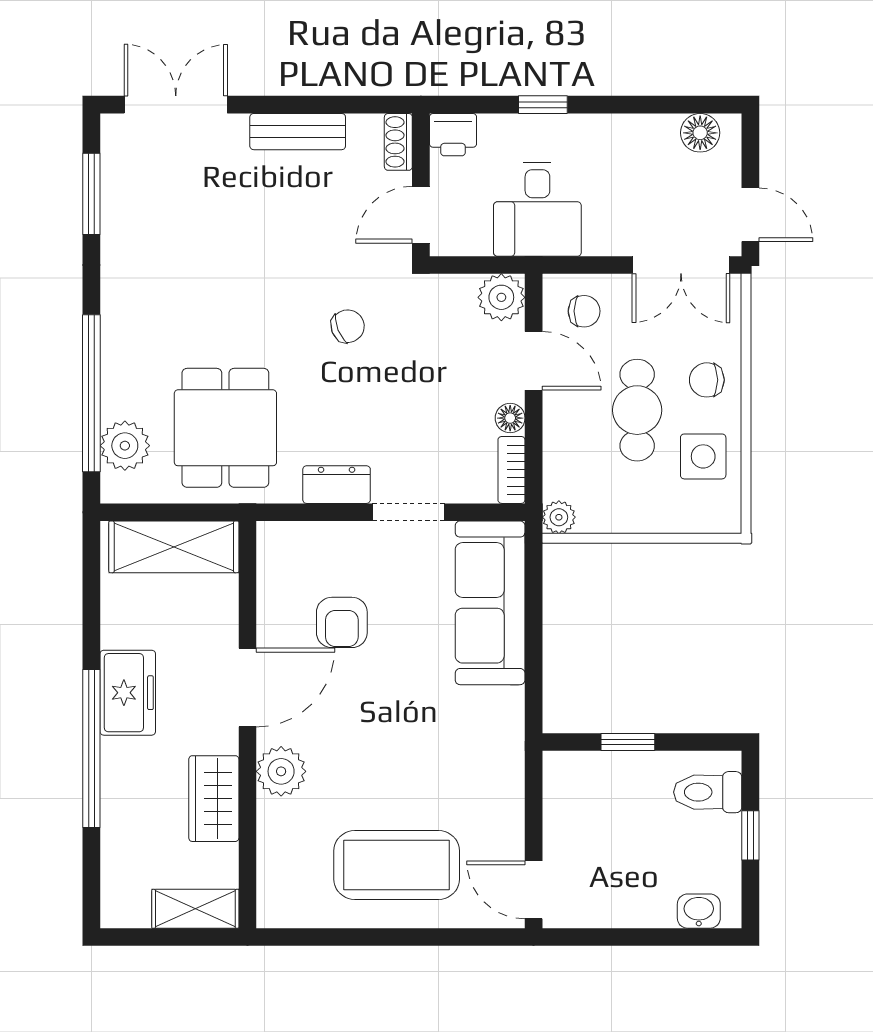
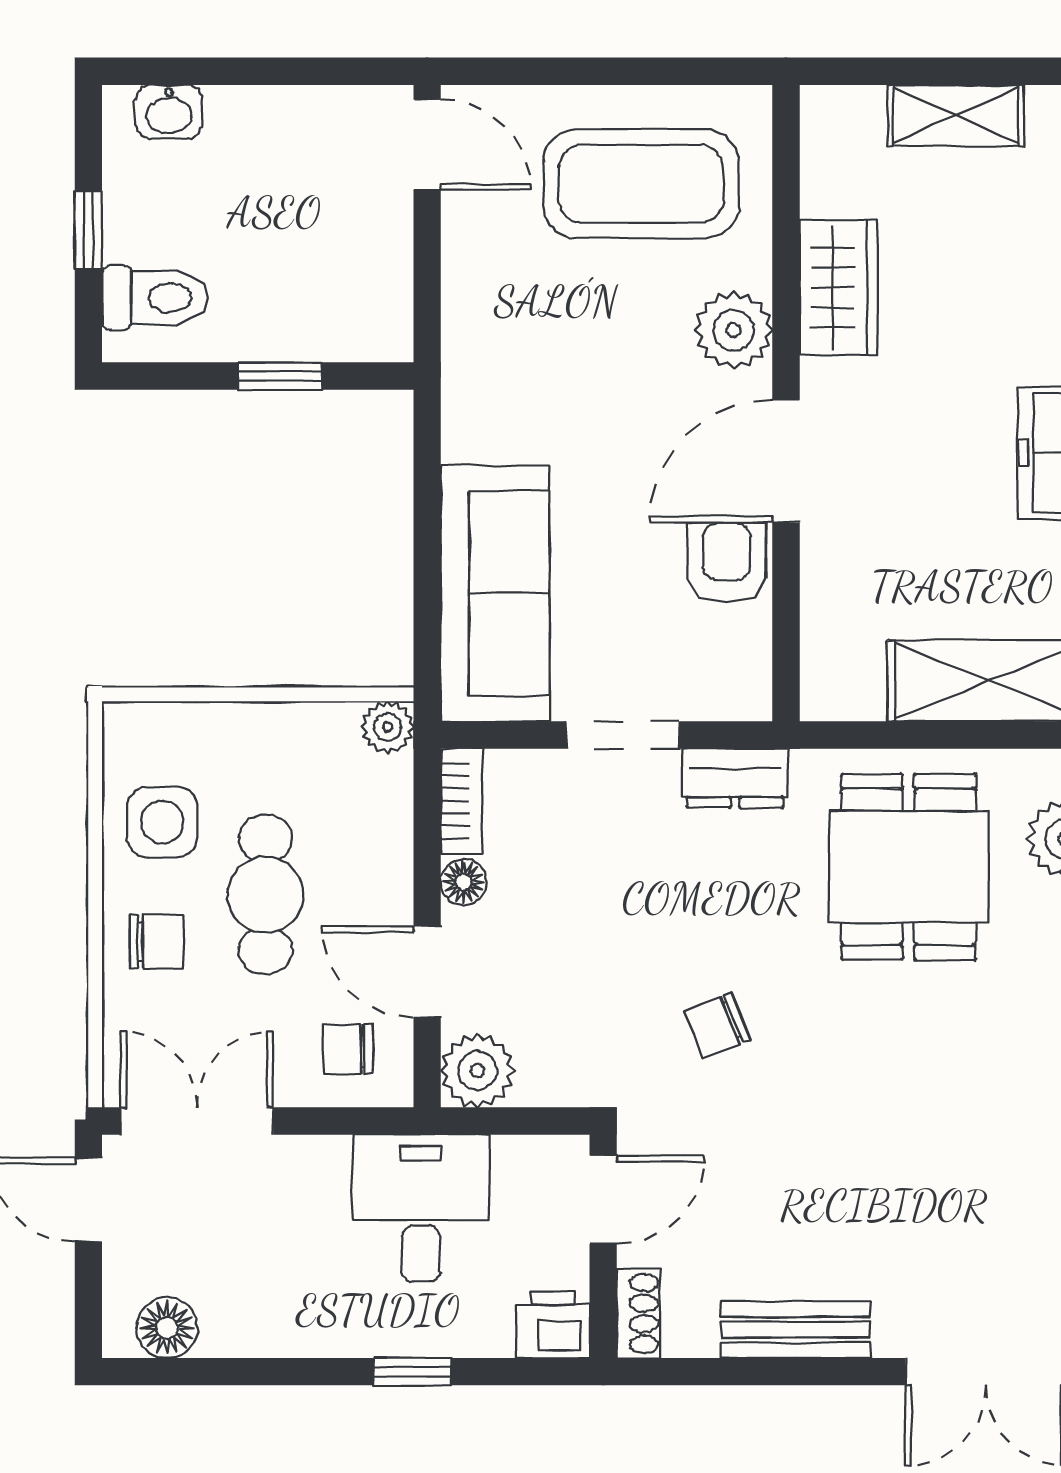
door: (247, 688) -> (786, 461), moved
wall: (247, 725) -> (786, 403), moved
plant: (281, 771) -> (734, 330), moved
wardrobe: (214, 799) -> (839, 288), moved

